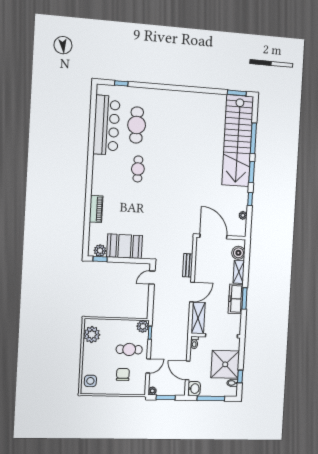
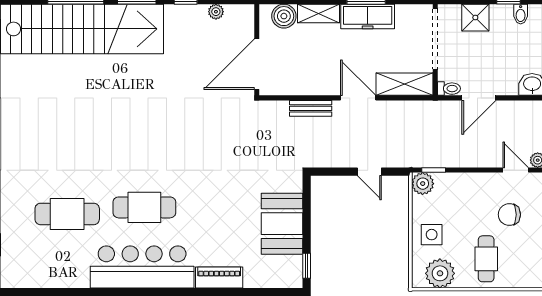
bar counter: (107, 125) -> (142, 267), moved
cafe table: (138, 169) -> (144, 207), width x1.37, depth x1.35
plant: (100, 251) -> (292, 267), removed
door: (152, 278) -> (369, 172), moved
cafe table: (129, 349) -> (486, 259), moved
shower: (225, 364) -> (475, 18), width x0.54, depth x0.54
door: (148, 366) -> (516, 170), moved
door: (188, 370) -> (479, 98), moved
side table: (90, 381) -> (432, 235), moved

